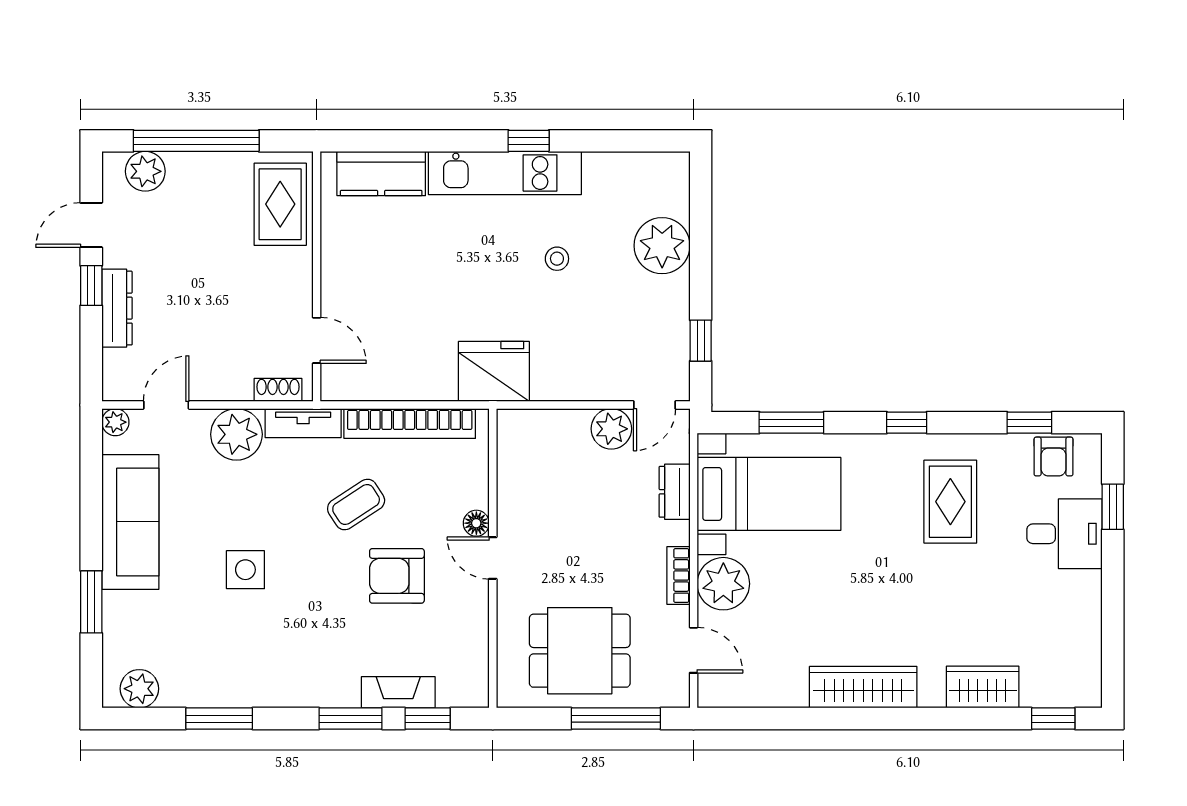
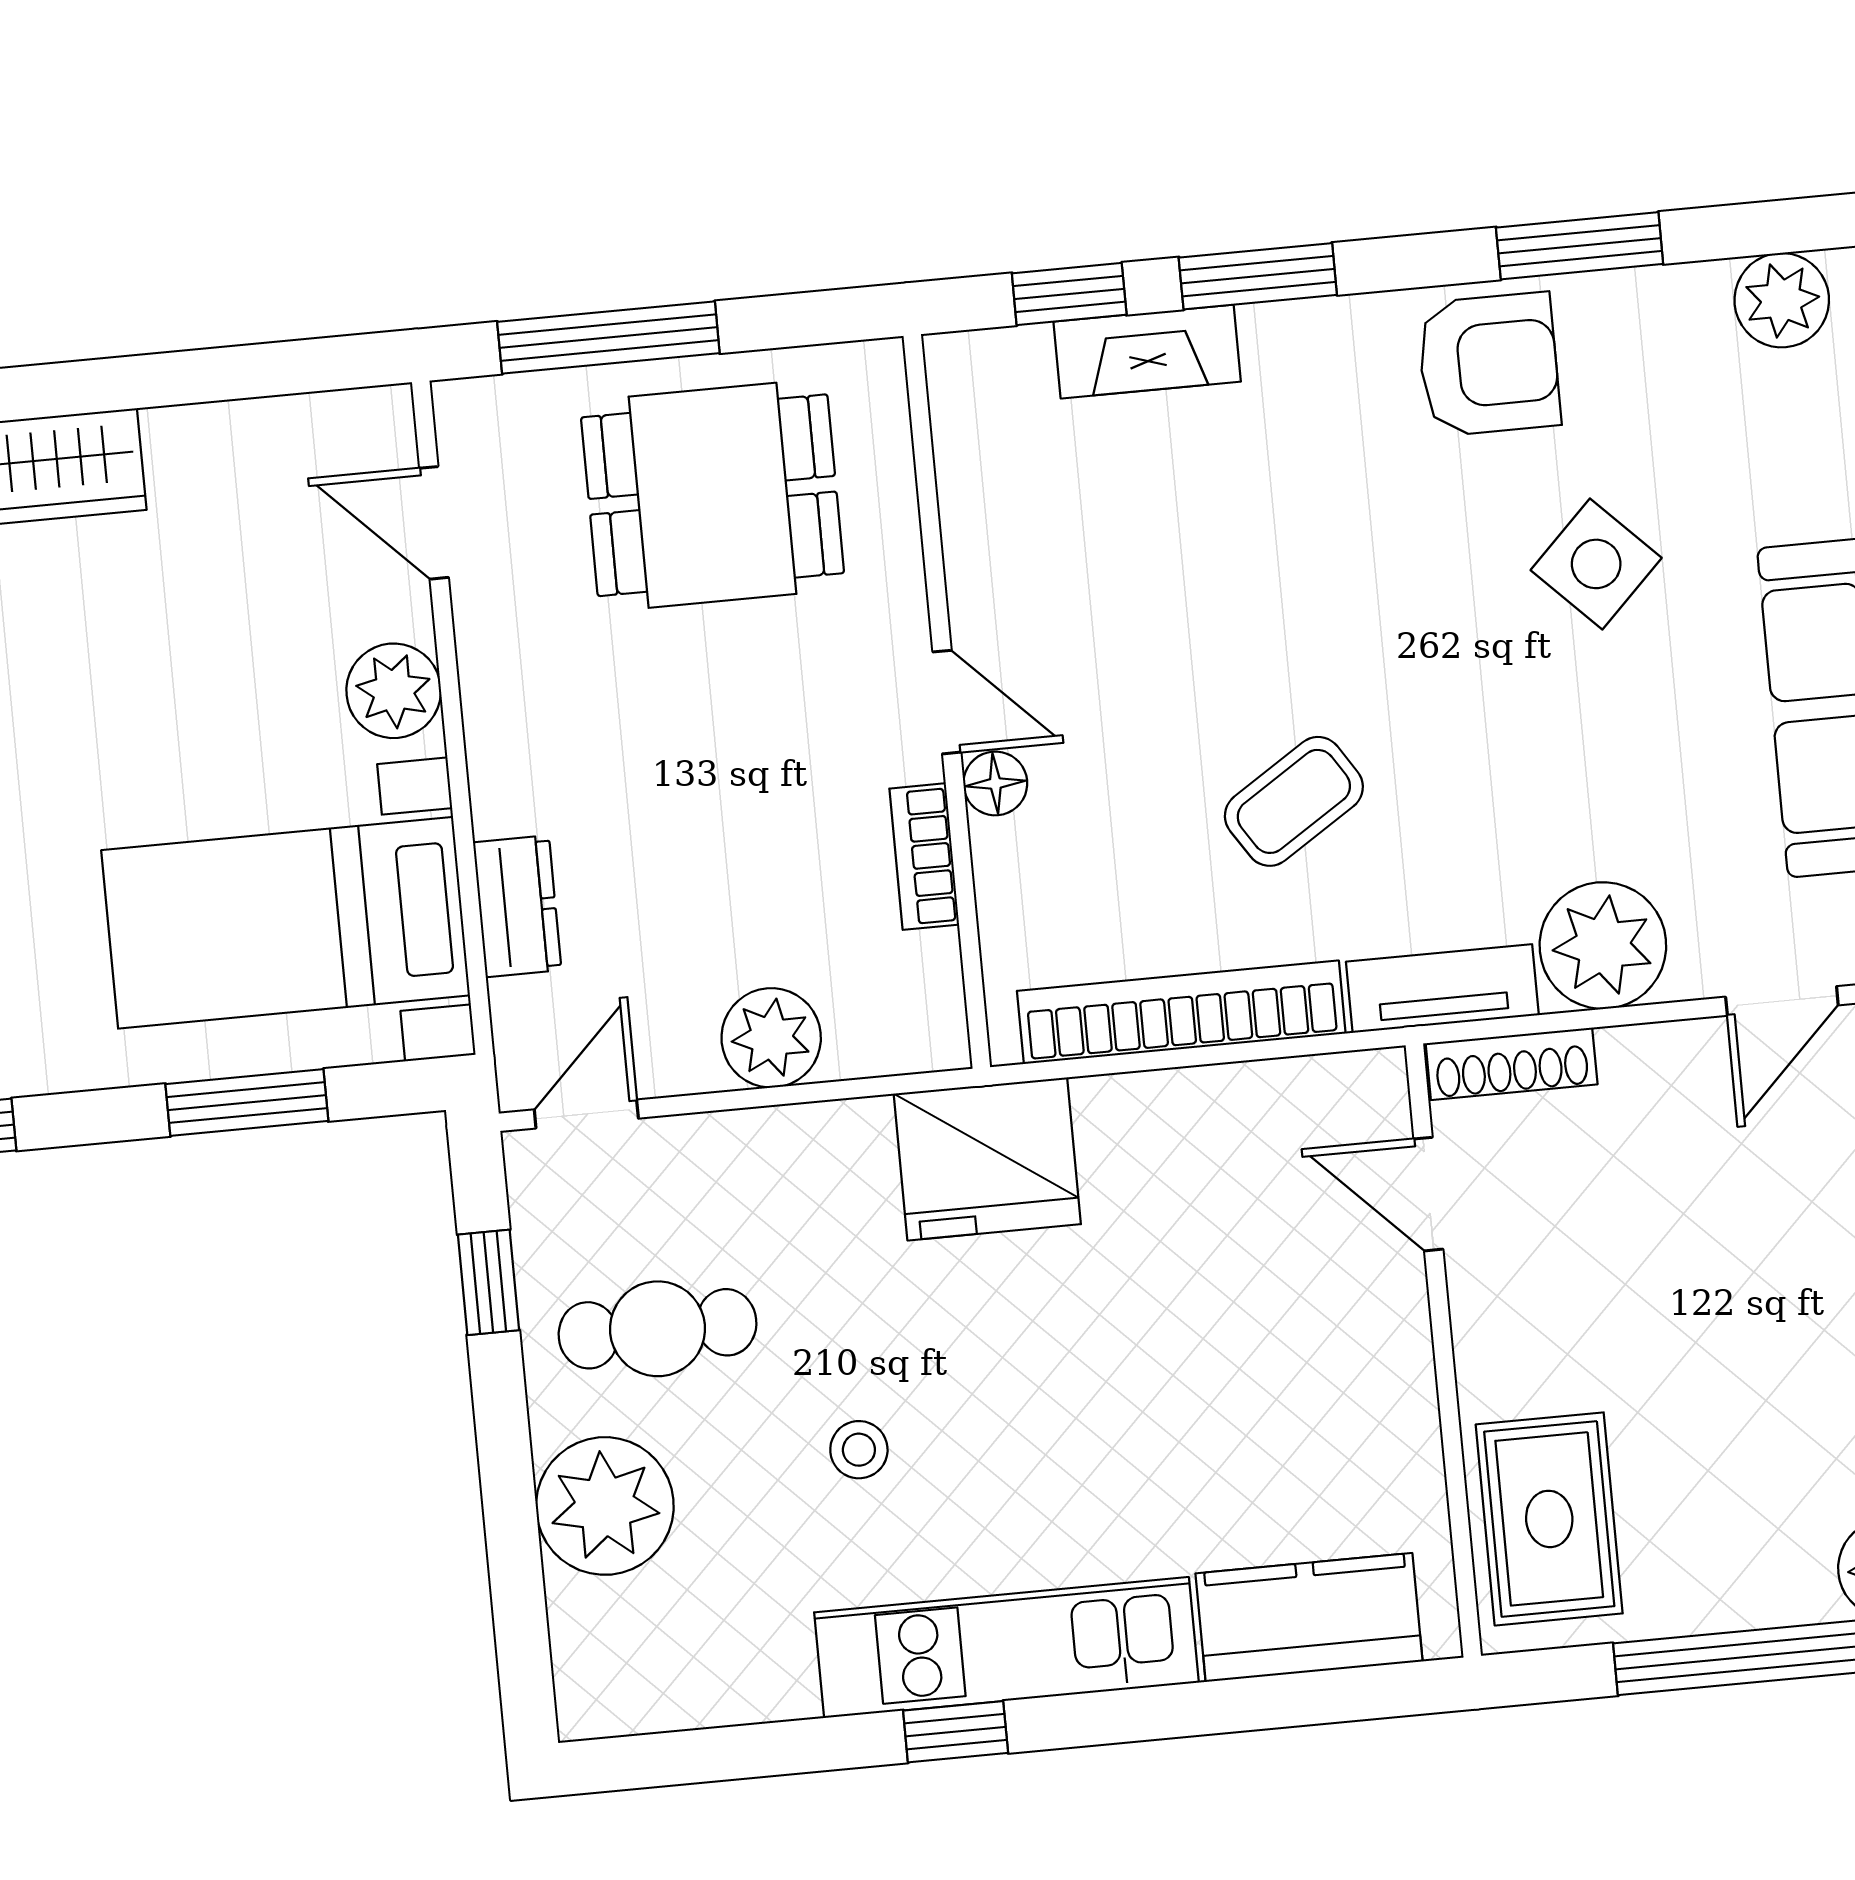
cafe table: (634, 315) -> (658, 1329), added
shoe rack: (278, 390) -> (1512, 1064), width x1.43
plant: (611, 429) -> (771, 1038), moved
side table: (245, 570) -> (1596, 564), moved, turned 45
bookcase: (678, 575) -> (924, 857), moved, turned 180
armchair: (397, 576) -> (1489, 364), moved
plant: (723, 584) -> (394, 691), width x0.73, depth x0.73

